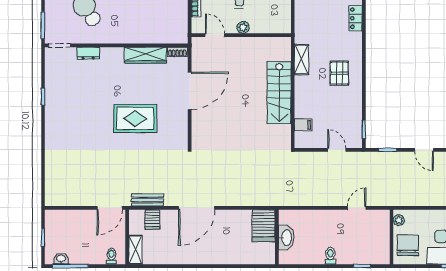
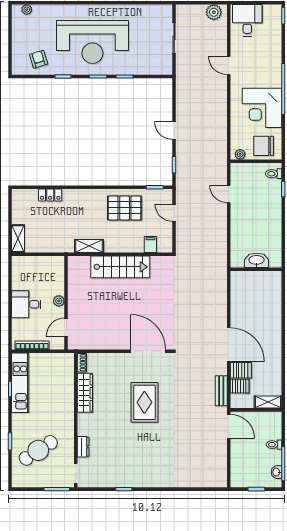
pallet: (339, 73) -> (125, 208), moved, width x1.50, depth x1.42
door: (190, 91) -> (148, 351), moved
door: (337, 150) -> (174, 213), hinge flipped
door: (424, 150) -> (174, 131), swing flipped
server rack: (264, 226) -> (241, 370), moved, width x0.73, depth x0.70
toilet: (112, 256) -> (274, 445), moved
toilet: (330, 256) -> (274, 174), moved

